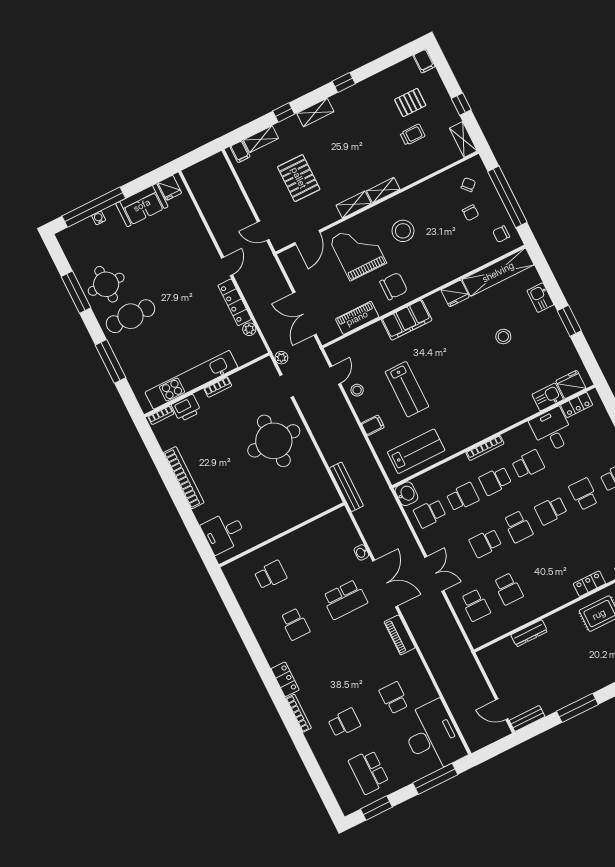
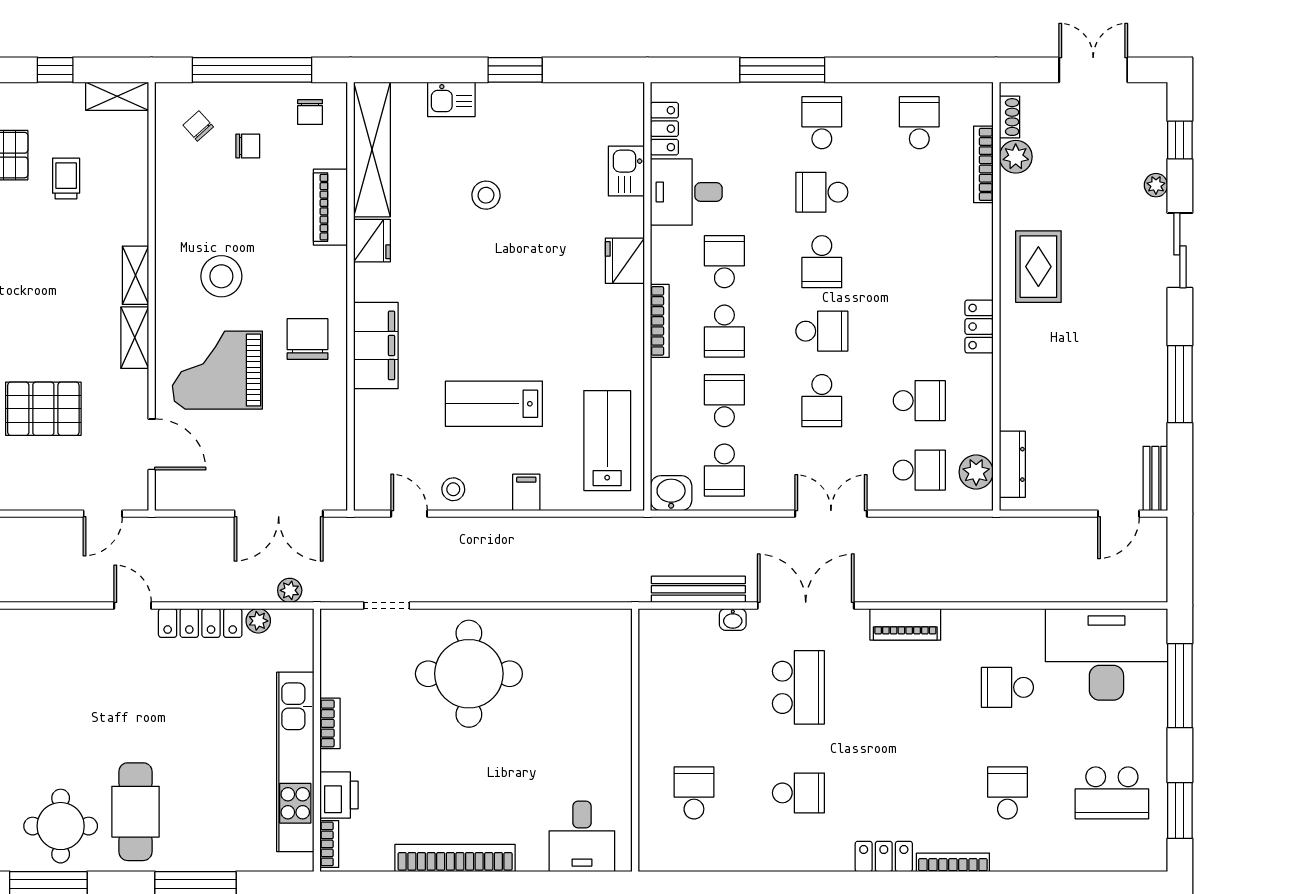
piano: (357, 318) -> (330, 207), moved
plant: (281, 358) -> (290, 590), moved
fridge: (571, 385) -> (625, 261), moved
lab bench: (407, 389) -> (494, 404), turned 180
bench: (346, 487) -> (698, 589), moved
locker: (589, 584) -> (979, 327), moved
plant: (488, 632) -> (976, 472), added
dresser: (529, 633) -> (1012, 464), moved

